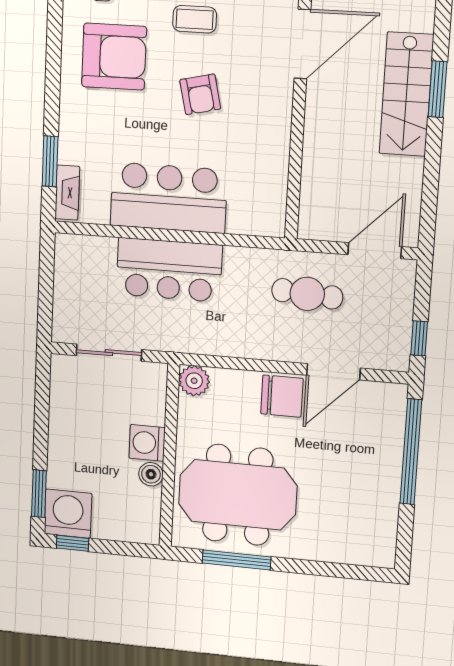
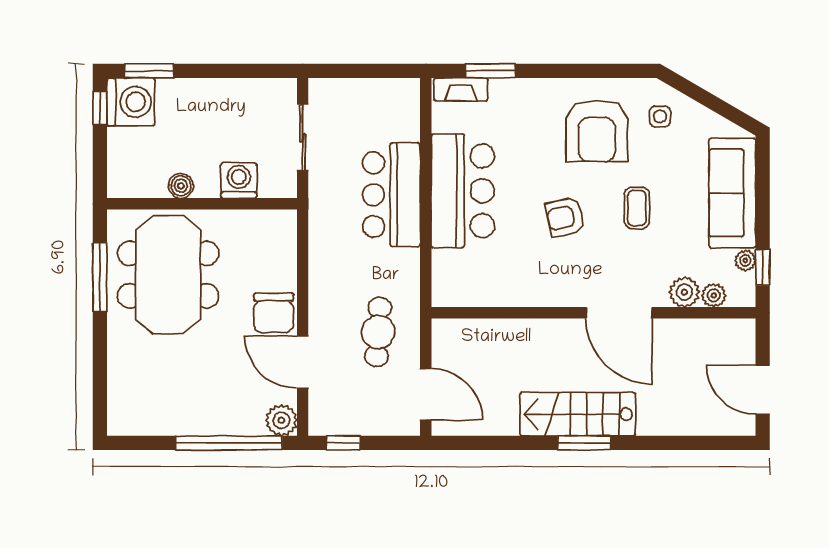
plant: (194, 381) -> (281, 420), moved
washing machine: (147, 443) -> (239, 180), moved

